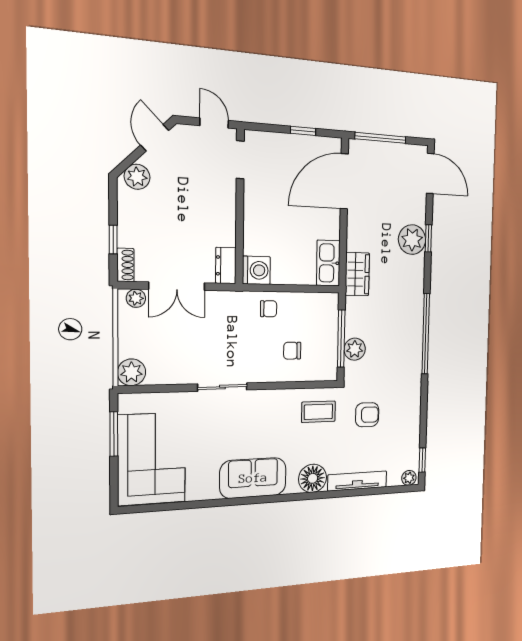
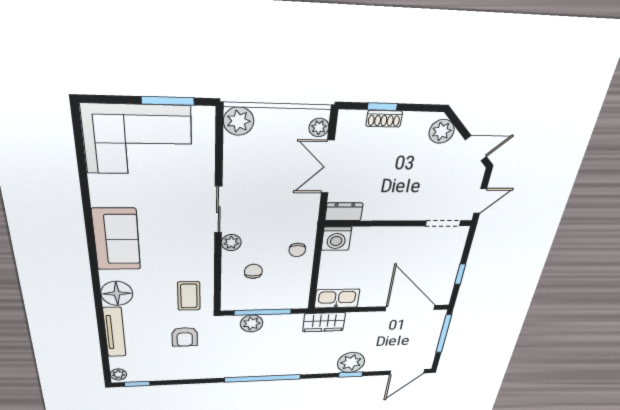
shoe rack: (125, 265) -> (384, 119), moved
plant: (259, 373) -> (231, 243), added

